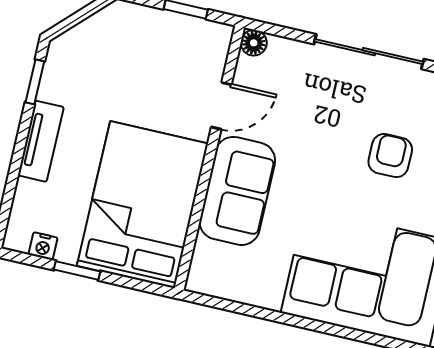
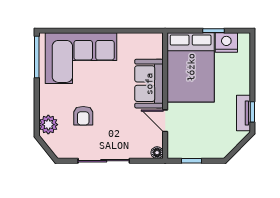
door: (221, 106) -> (165, 121), hinge flipped
tv unit: (41, 141) -> (244, 113), moved
nightstand: (43, 246) -> (226, 42), width x1.89, depth x1.79

